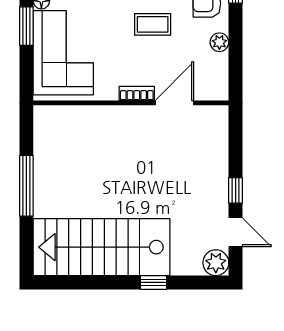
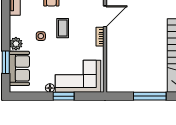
door: (174, 103) -> (105, 16), swing flipped

